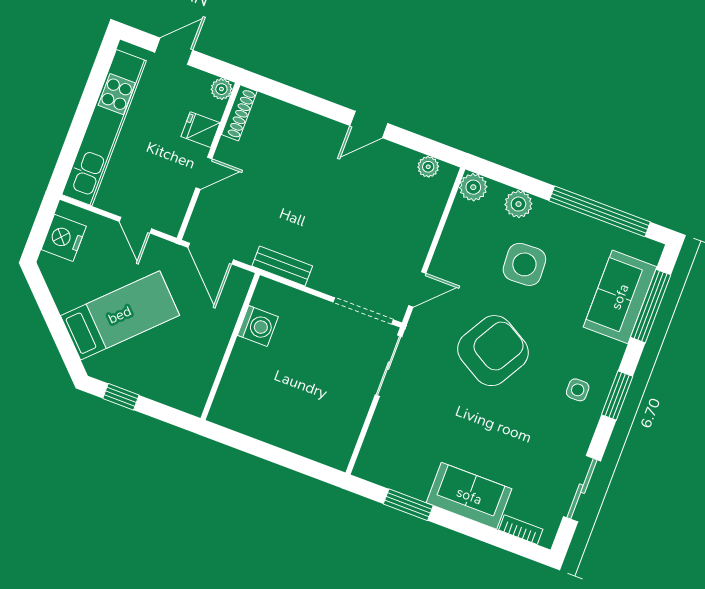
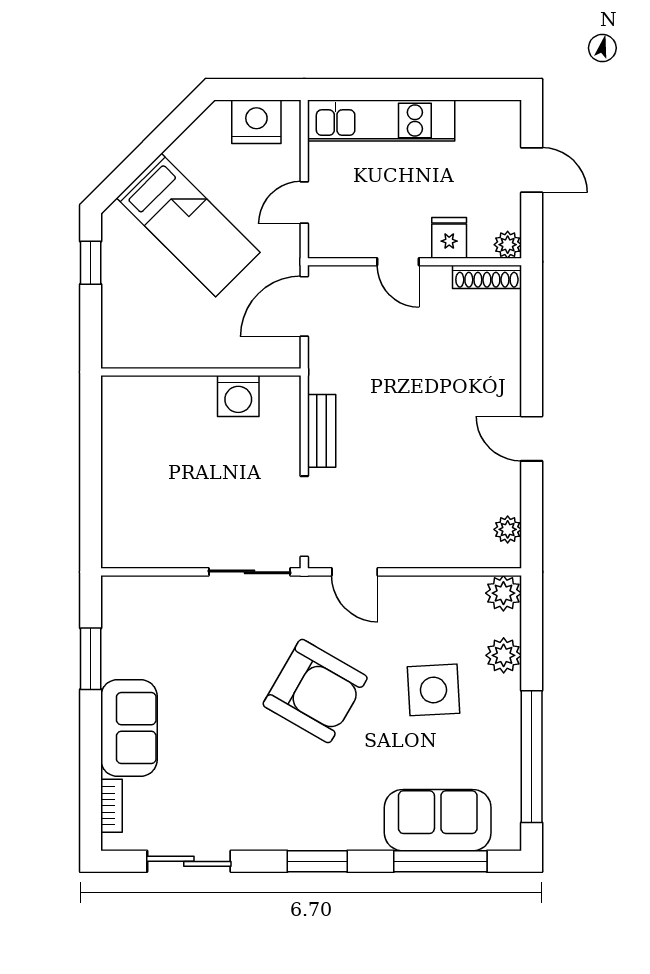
kitchen unit: (104, 128) -> (381, 120), width x0.73
bench: (282, 266) -> (322, 431), moved
side table: (578, 390) -> (306, 811), removed

